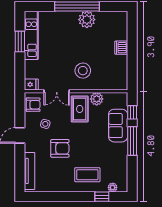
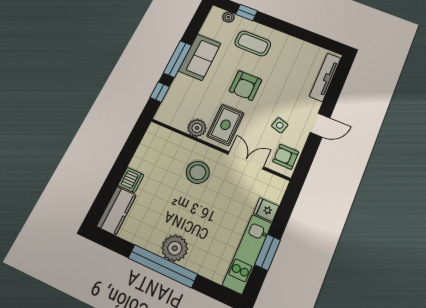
plant: (87, 20) -> (175, 248), moved
kitchen counter: (120, 26) -> (116, 211), added
fridge: (31, 84) -> (266, 210), moved
sofa: (118, 126) -> (200, 57), moved
armchair: (60, 148) -> (245, 86), moved, turned -90

